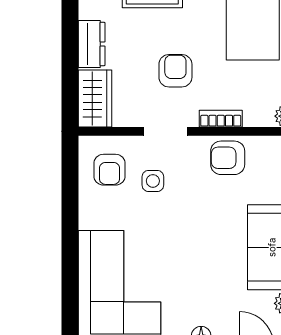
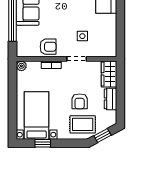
armchair: (175, 71) -> (80, 101), moved
armchair: (110, 170) -> (102, 41), removed

